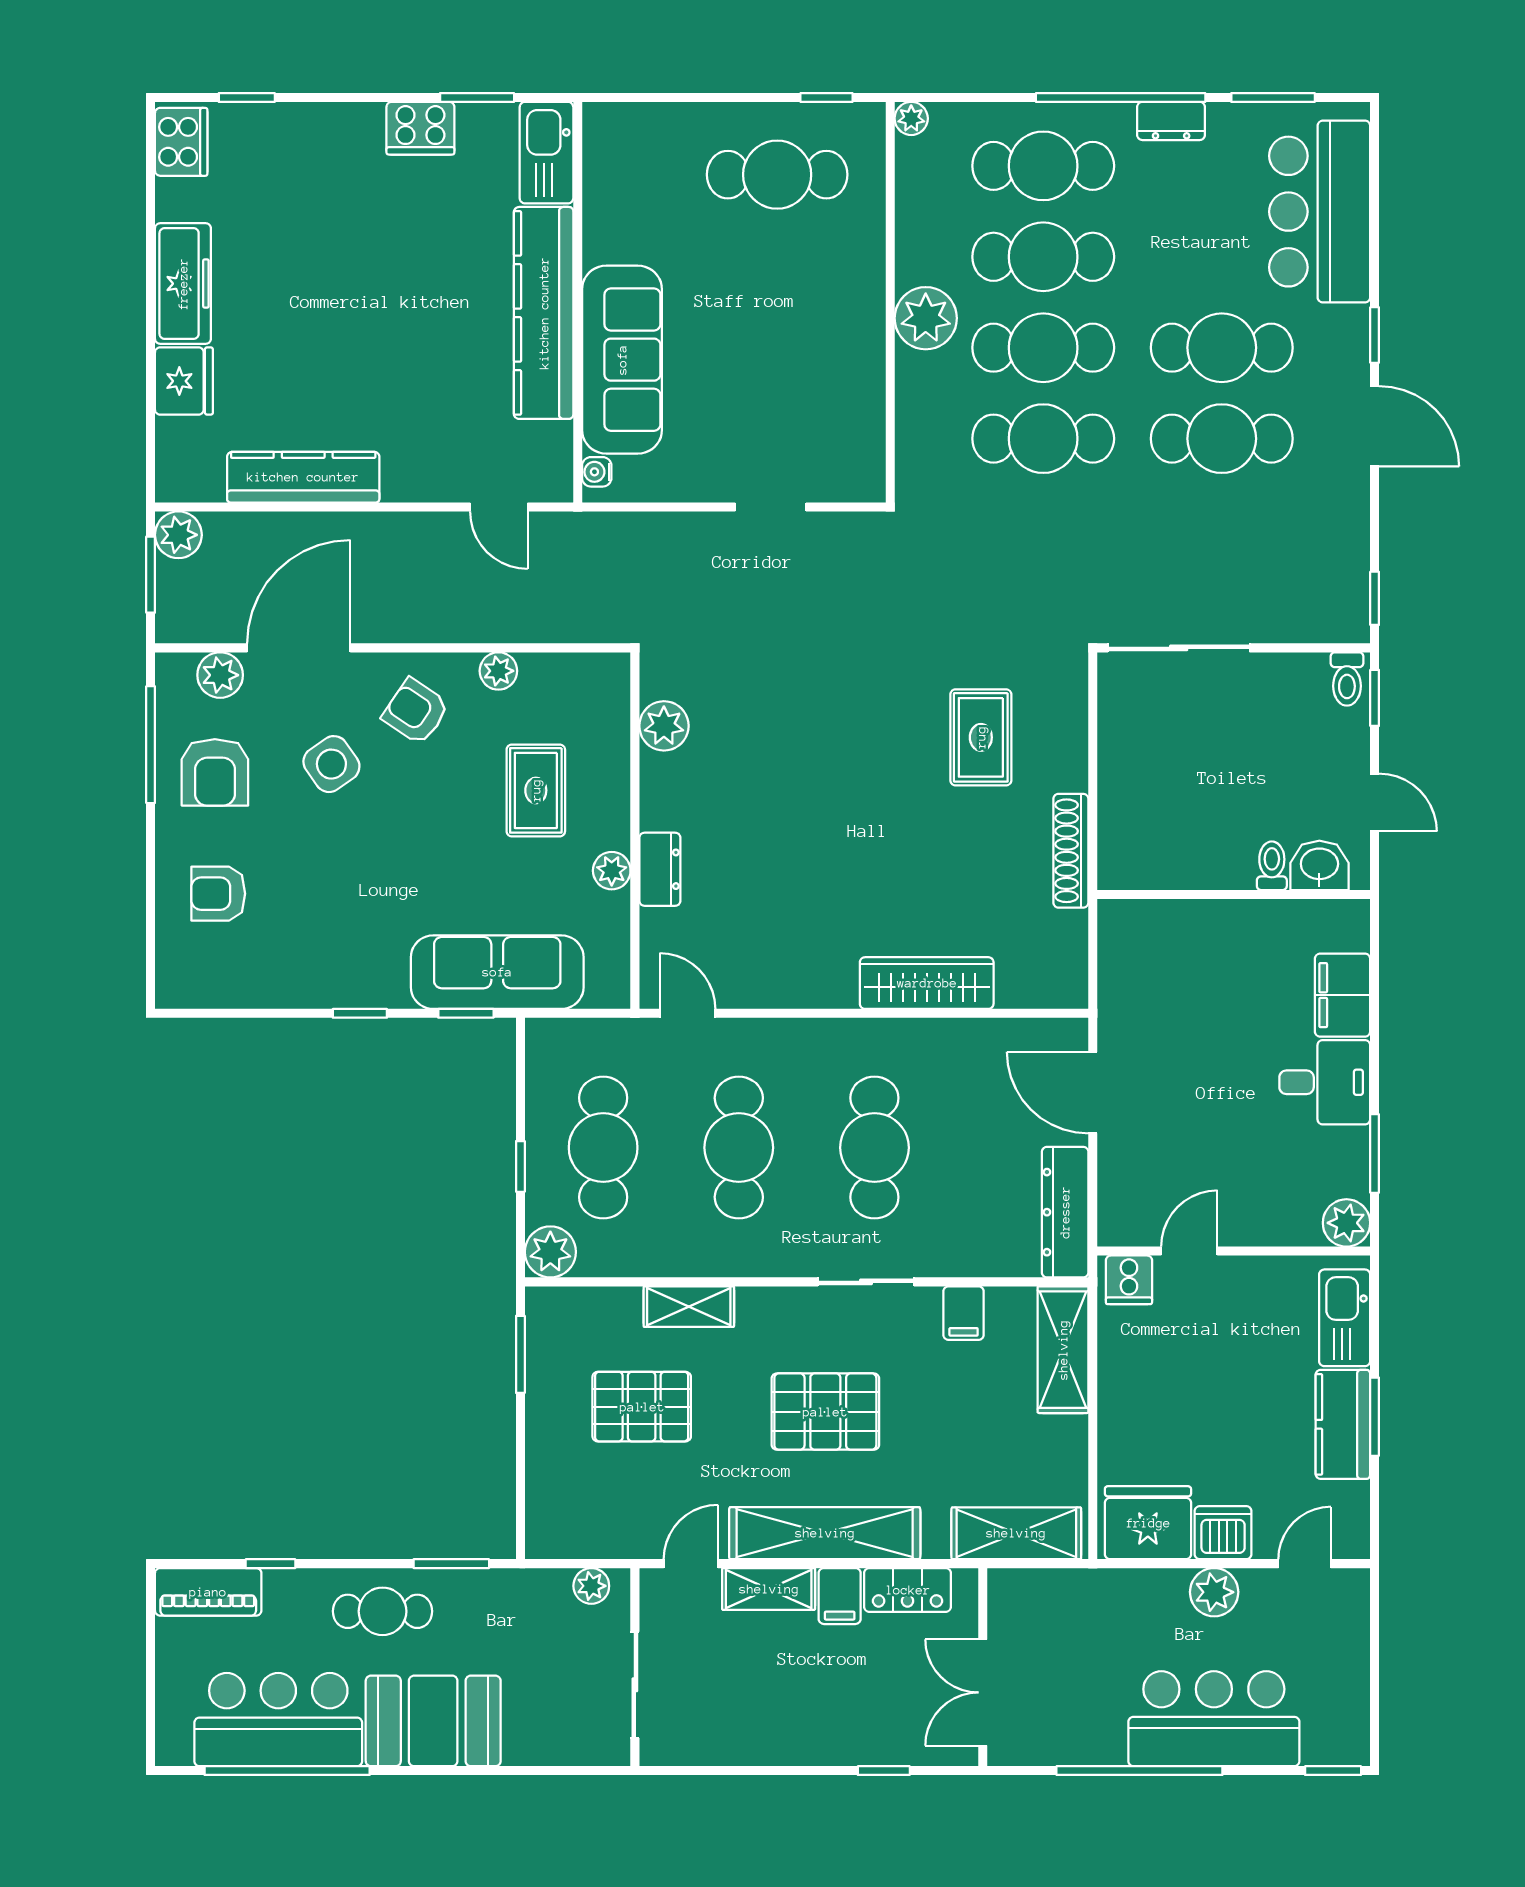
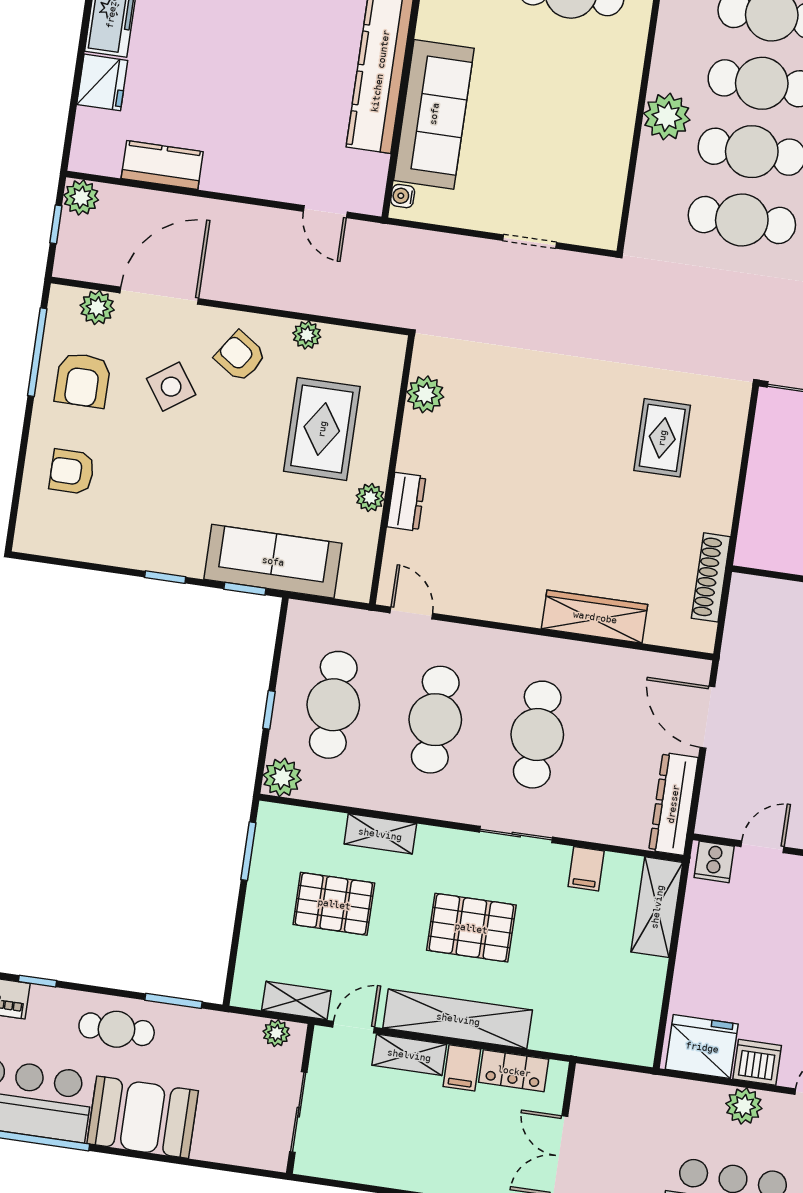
kitchen counter: (303, 477) -> (162, 165), width x0.67
window: (151, 575) -> (56, 224), width x0.67
rug: (536, 790) -> (322, 429), width x1.36, depth x1.43
shoe rack: (1071, 851) -> (711, 577), moved
shelving: (1016, 1533) -> (296, 1001), moved, width x0.67, depth x0.75

